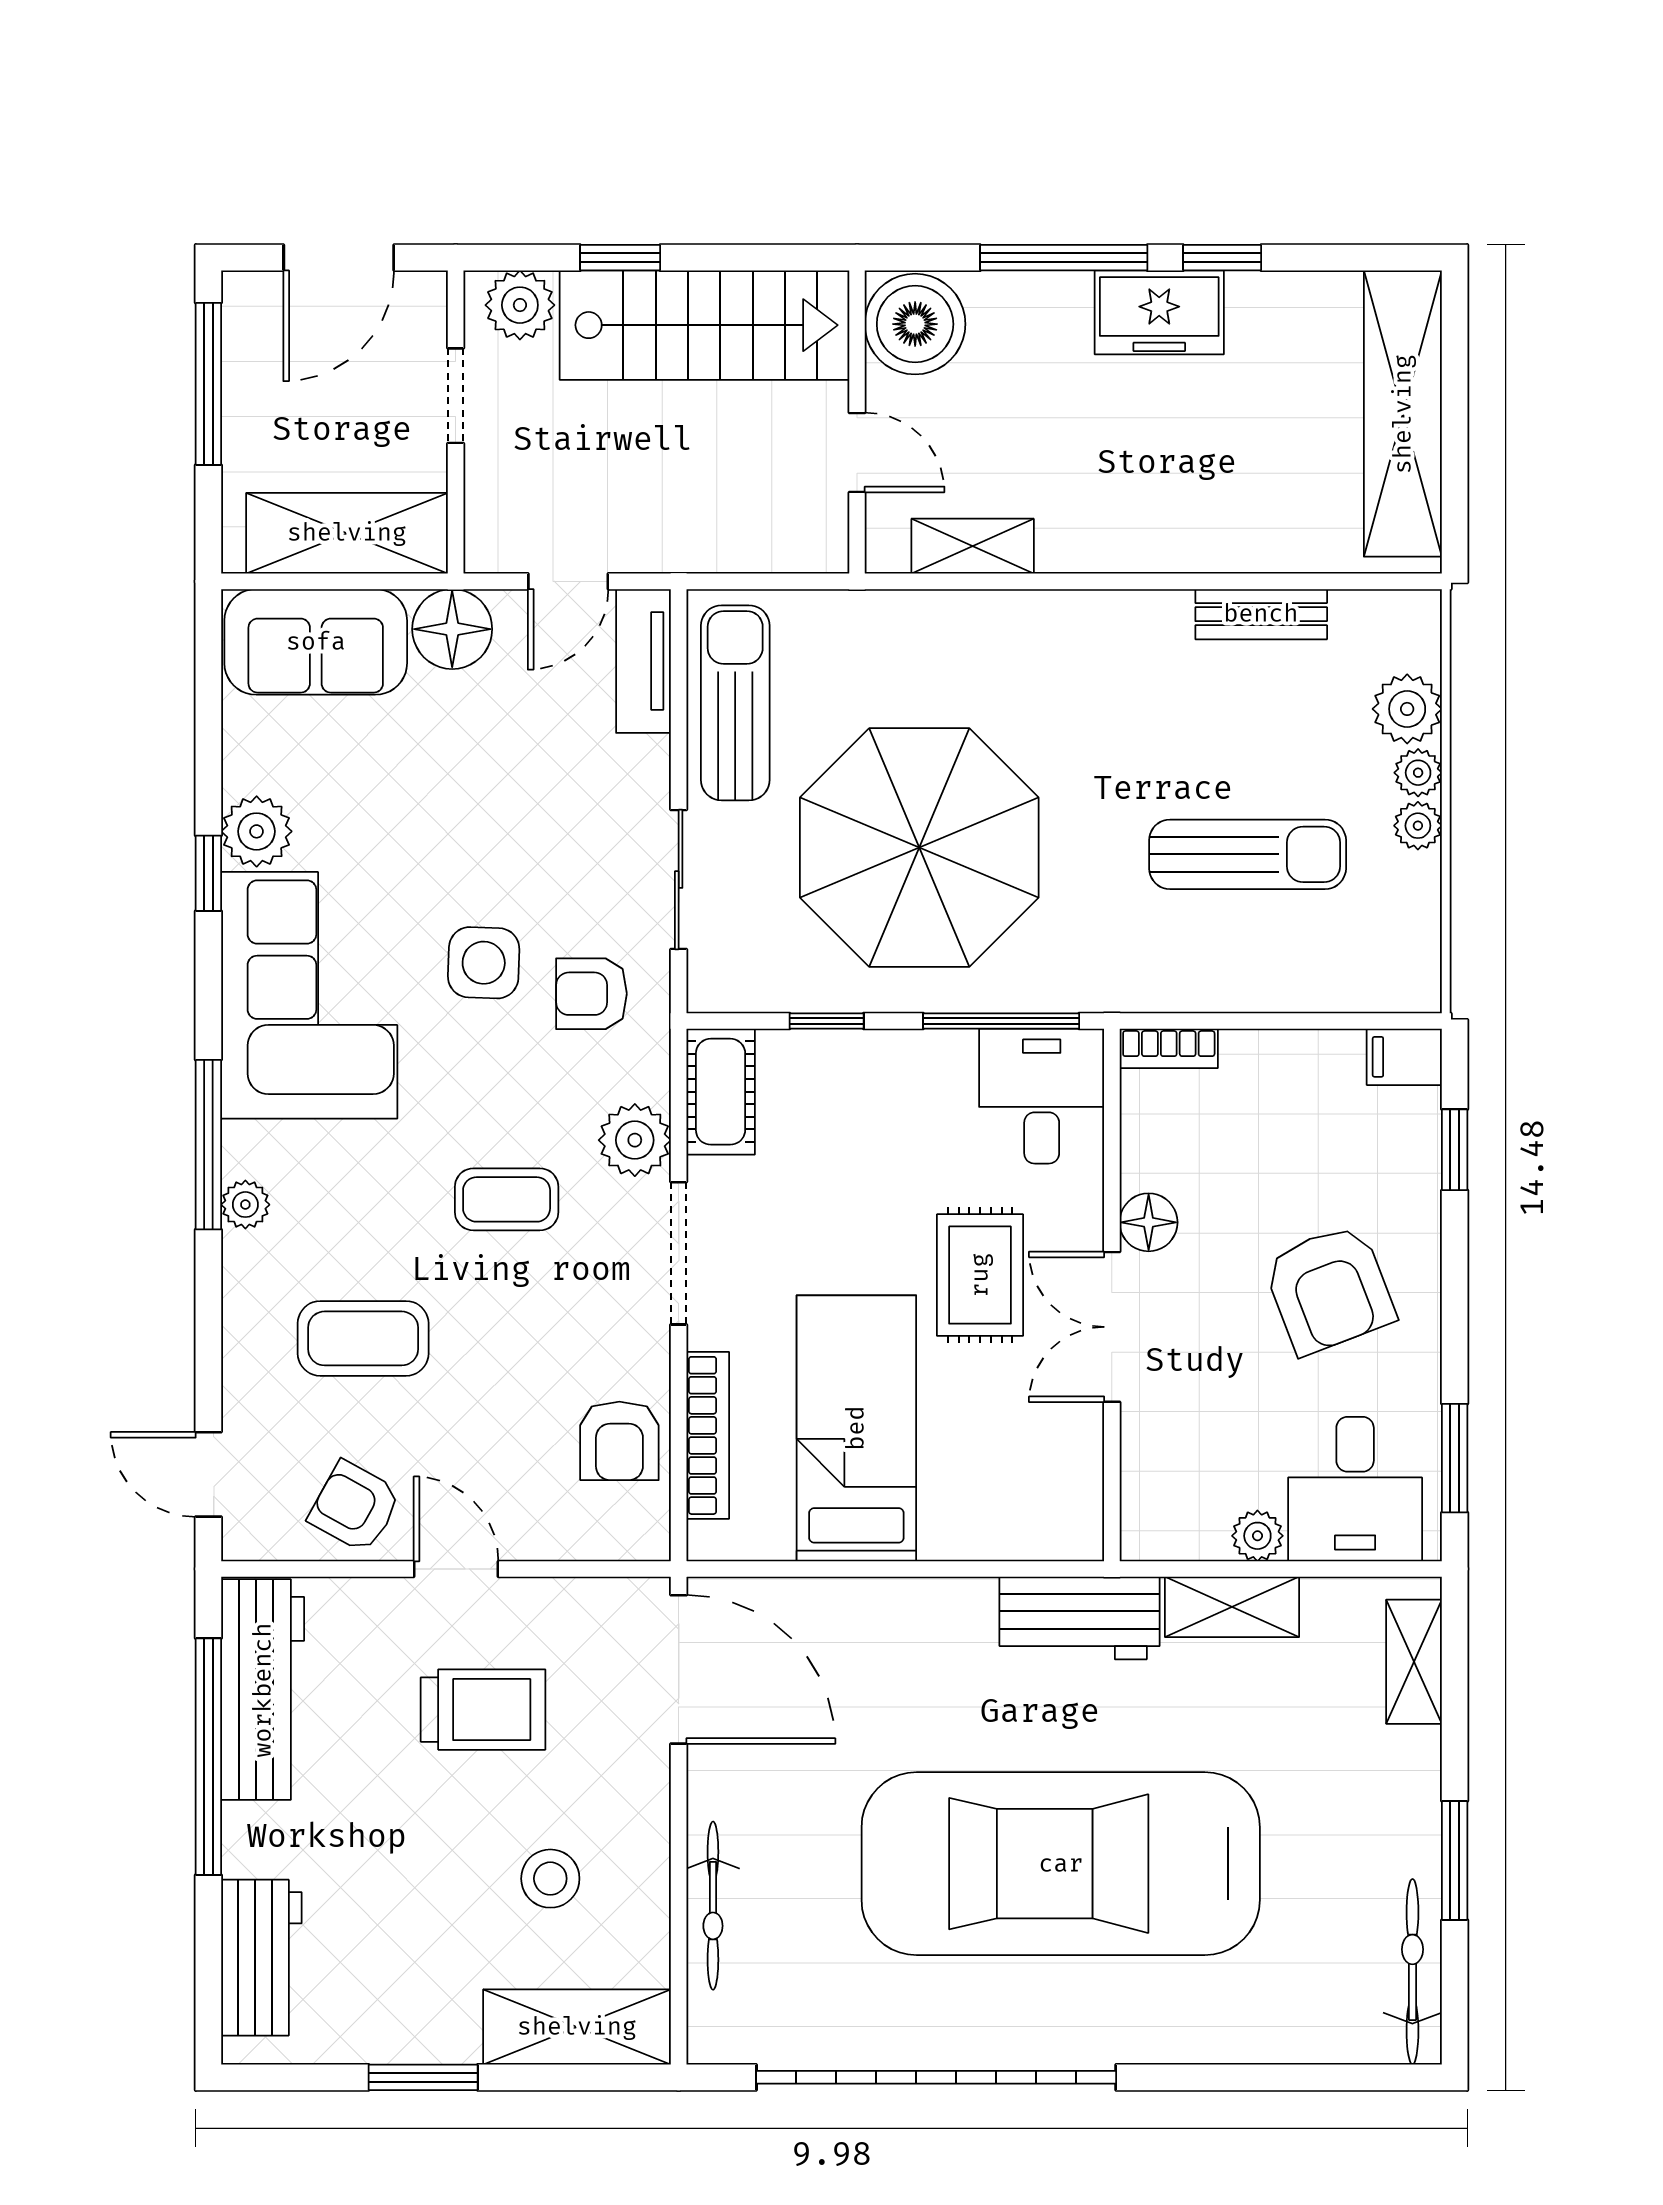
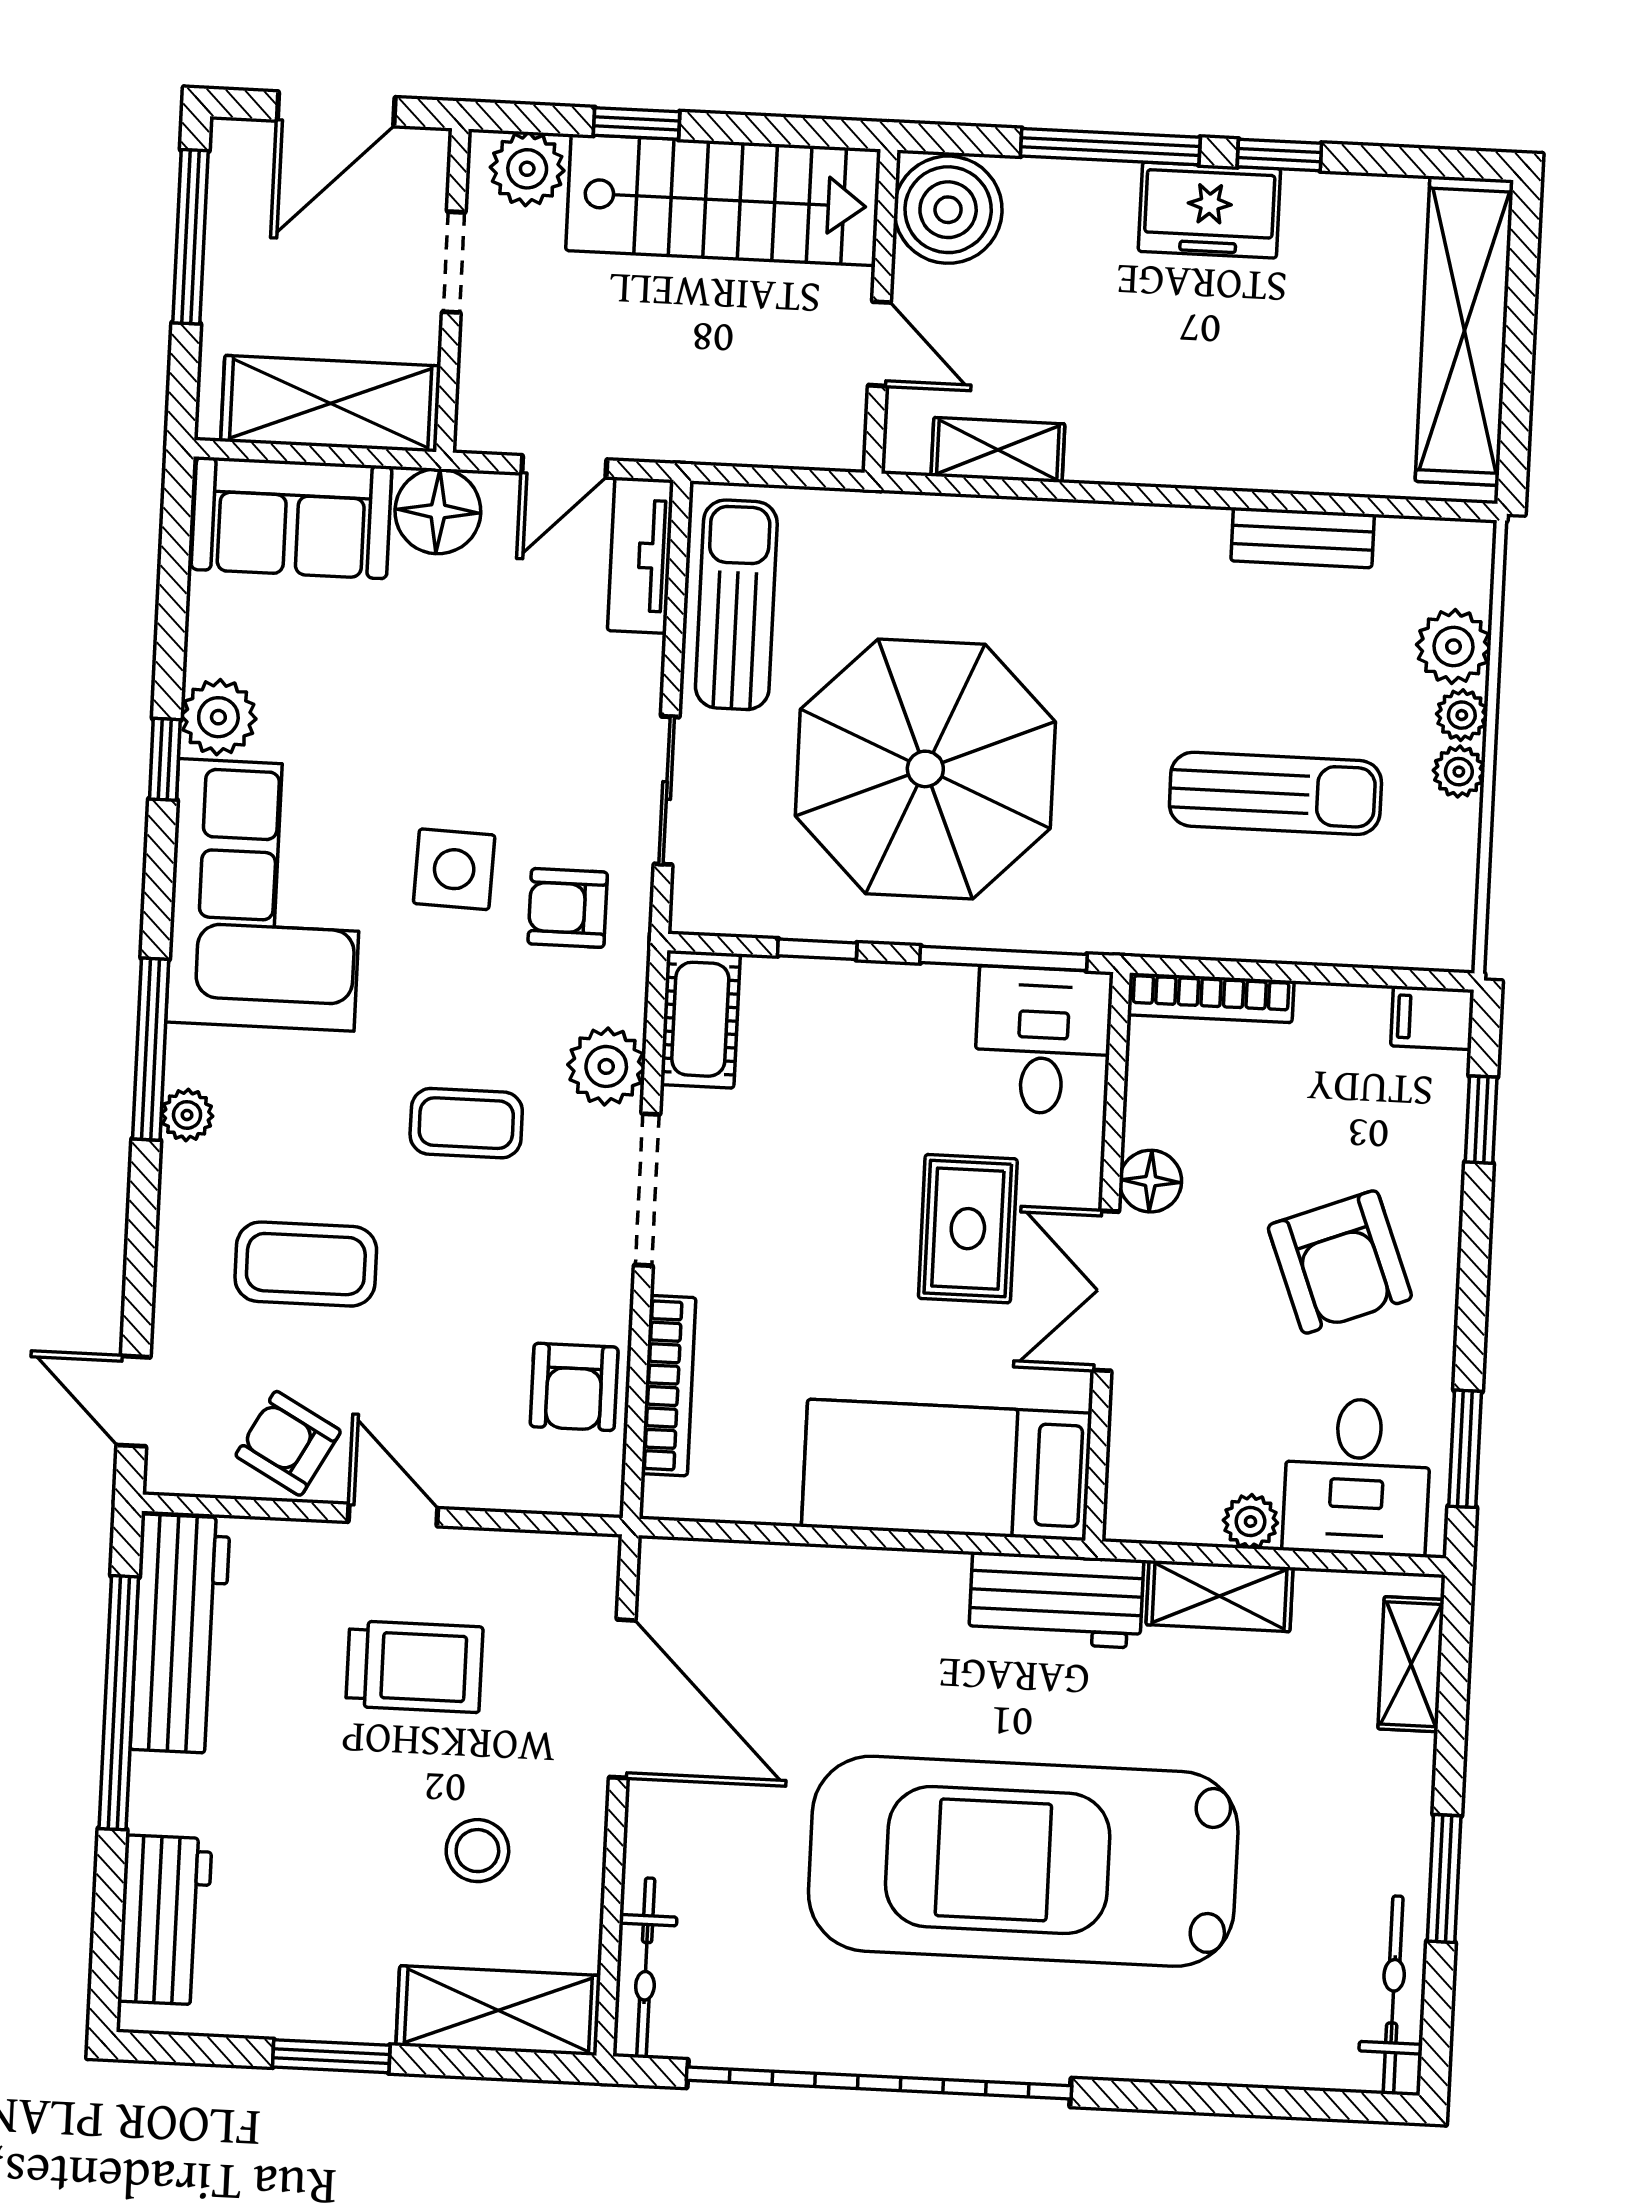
bookcase: (1169, 1048) -> (1211, 998), width x1.56
bed: (856, 1428) -> (947, 1470), moved, turned -90
door: (679, 1669) -> (622, 1699), moved
bicycle: (713, 1906) -> (646, 1968), moved

